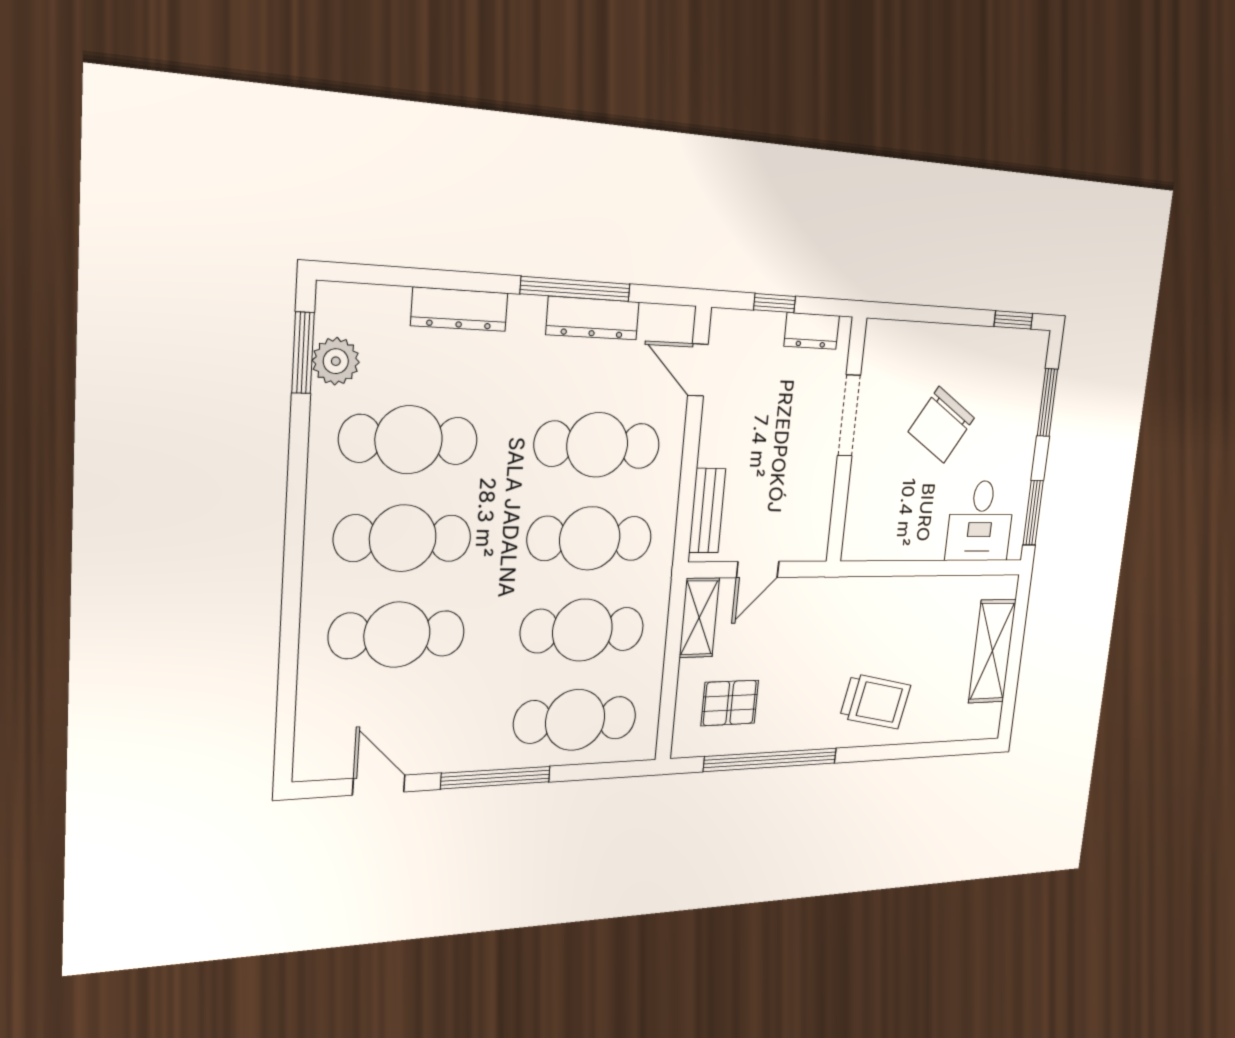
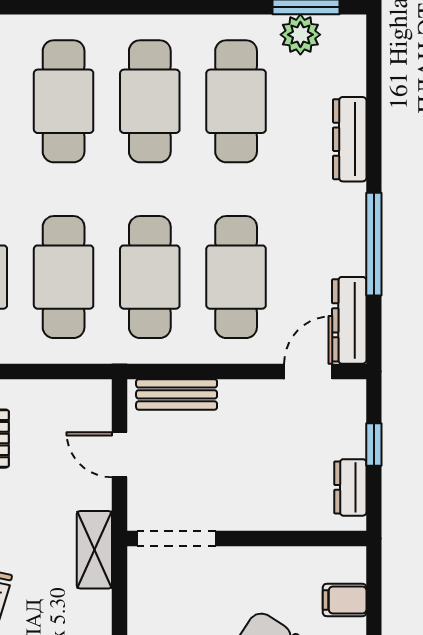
dresser: (593, 318) -> (349, 320), moved
filing cabinet: (911, 343) -> (345, 600), added
doorway: (849, 415) -> (176, 539), moved
shelving: (699, 618) -> (94, 550), moved, turned 90

